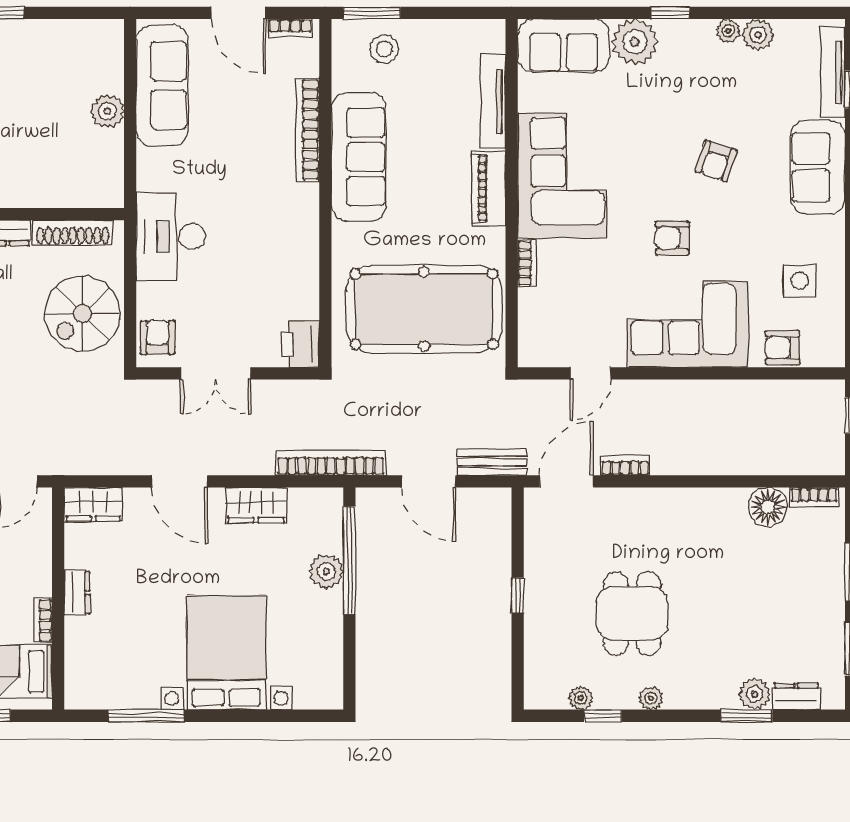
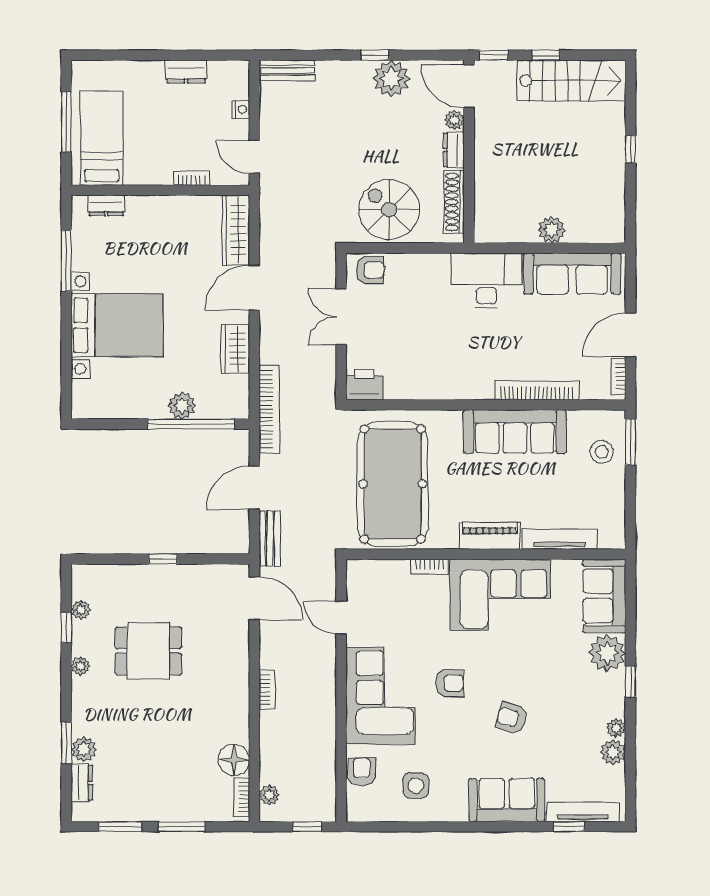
desk: (171, 237) -> (486, 281), moved
armchair: (672, 238) -> (450, 683), turned 90
plant: (812, 463) -> (269, 795), added
bookcase: (625, 466) -> (267, 690), moved
wardrobe: (93, 504) -> (236, 230), width x1.50
dresser: (77, 593) -> (106, 205), moved
bookcase: (43, 620) -> (191, 178), moved

